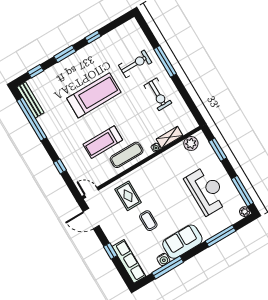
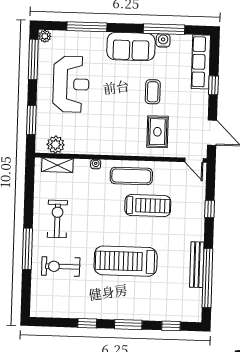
bench: (30, 100) -> (197, 265), moved
shelving: (170, 137) -> (57, 165), moved
reception desk: (206, 191) -> (71, 84), turned 180

